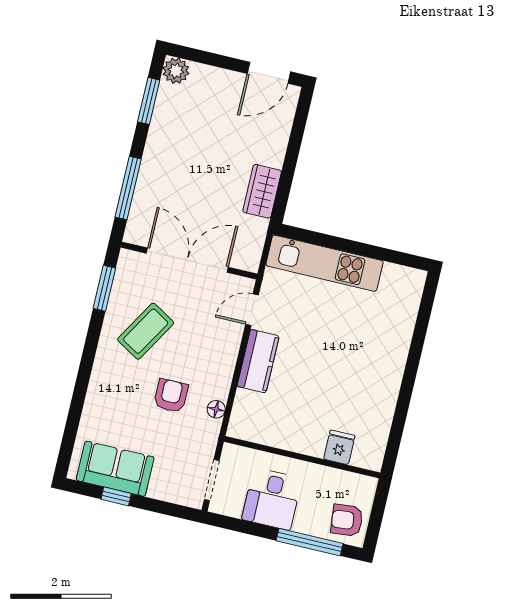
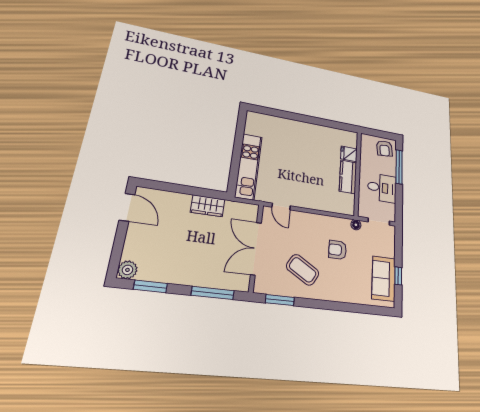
kitchen counter: (258, 361) -> (348, 177), moved, turned -90
floor lamp: (216, 409) -> (356, 225), moved

